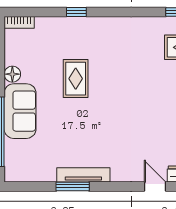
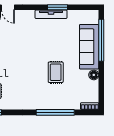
window: (76, 12) -> (55, 112), width x3.17
sofa: (20, 111) -> (89, 47), width x1.36

